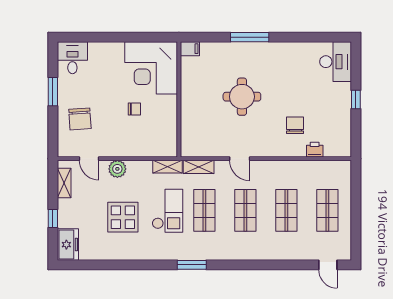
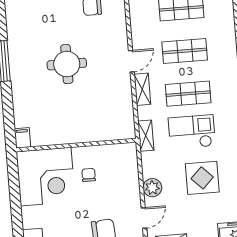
filing cabinet: (190, 49) -> (22, 138), moved
corner desk: (151, 68) -> (46, 177), moved
wall: (179, 99) -> (76, 145), moved
shelving: (199, 167) -> (142, 89), moved

